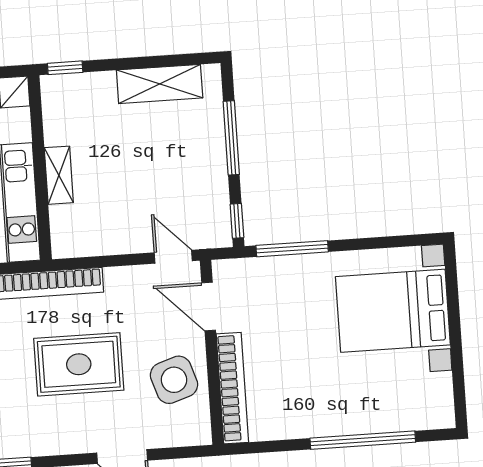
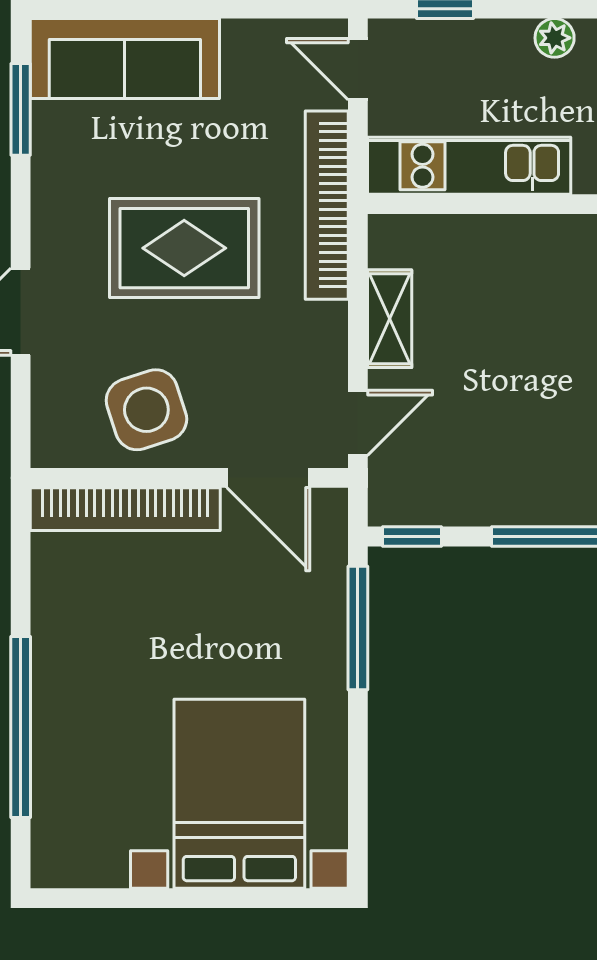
shelving: (59, 175) -> (390, 319), moved, turned 90
door: (209, 306) -> (268, 478), swing flipped
rug: (79, 364) -> (184, 248), turned 90

